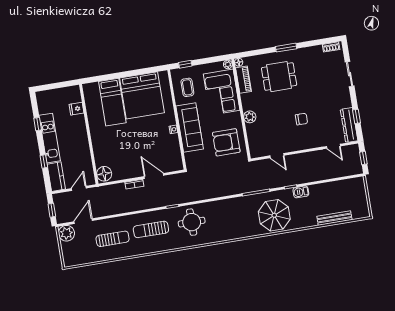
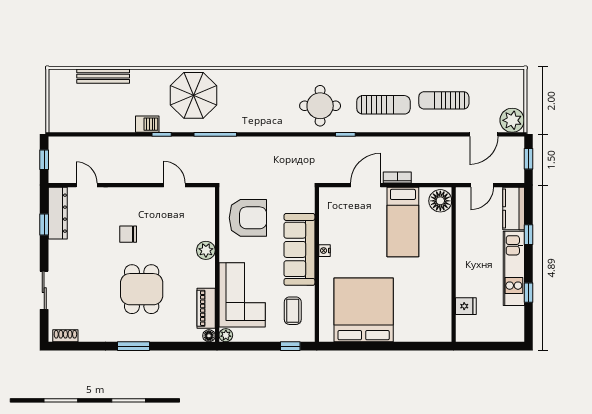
dining table: (279, 77) -> (142, 289), moved, turned 90
bed: (112, 102) -> (403, 222), moved, turned 180
door: (154, 176) -> (366, 185), swing flipped

